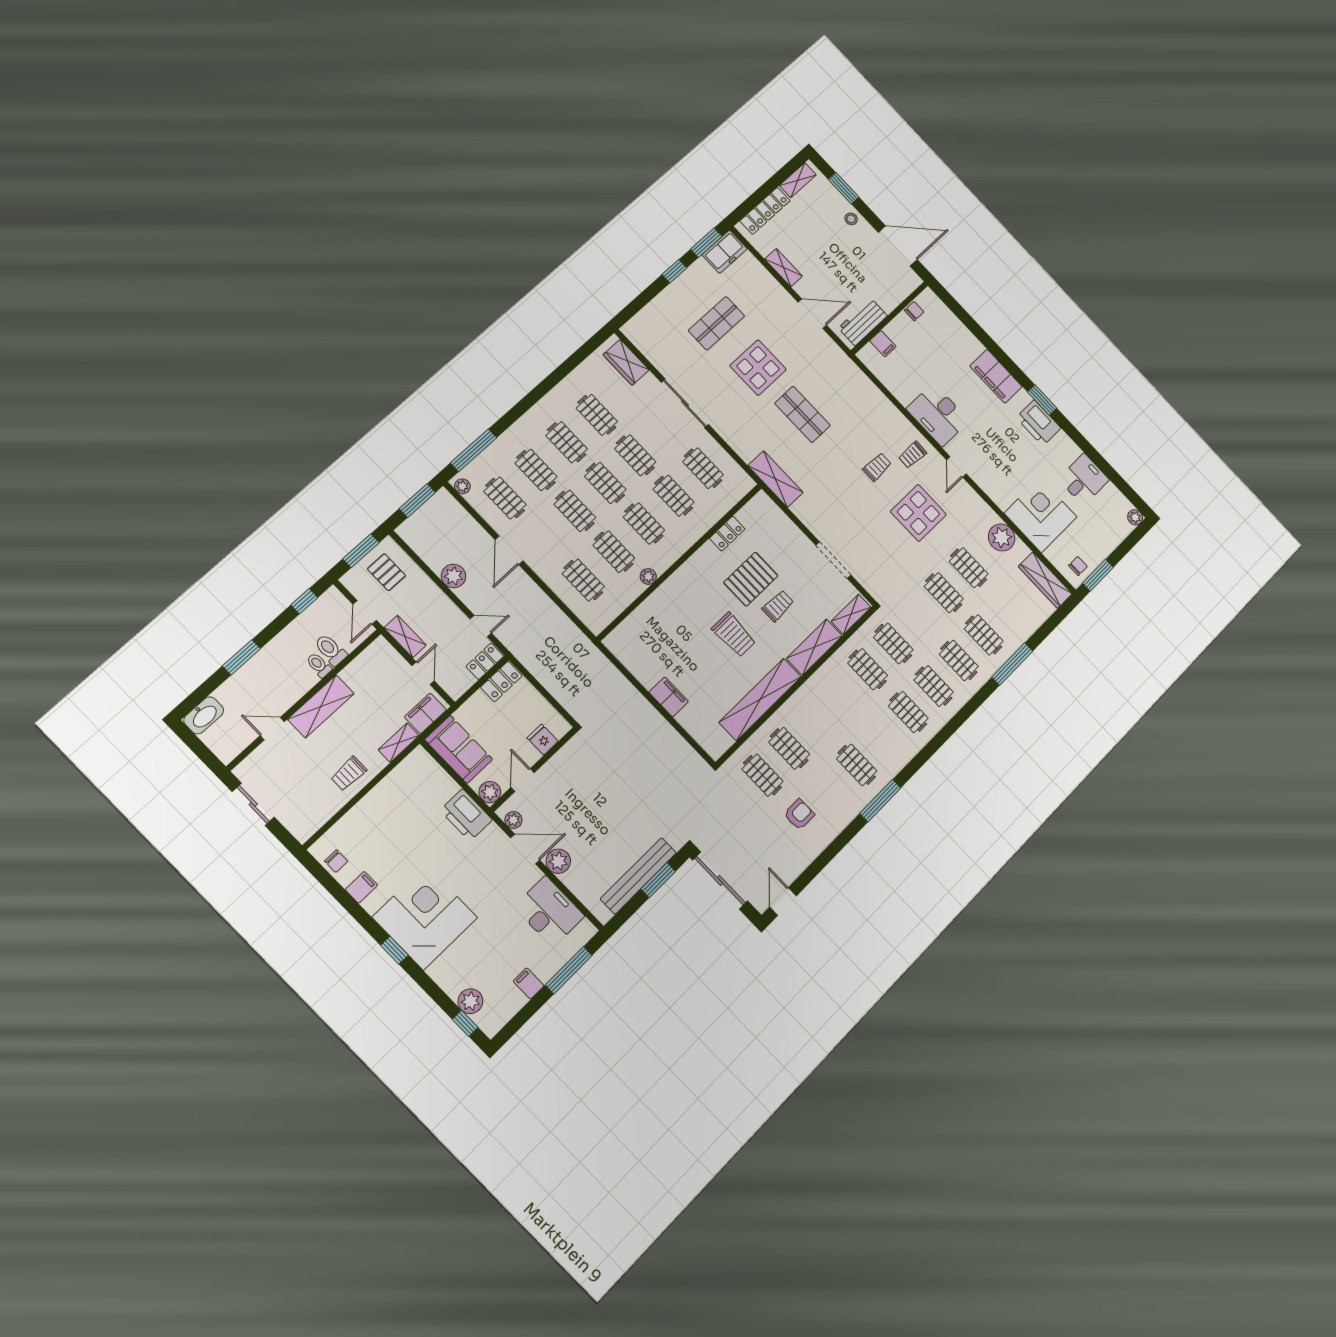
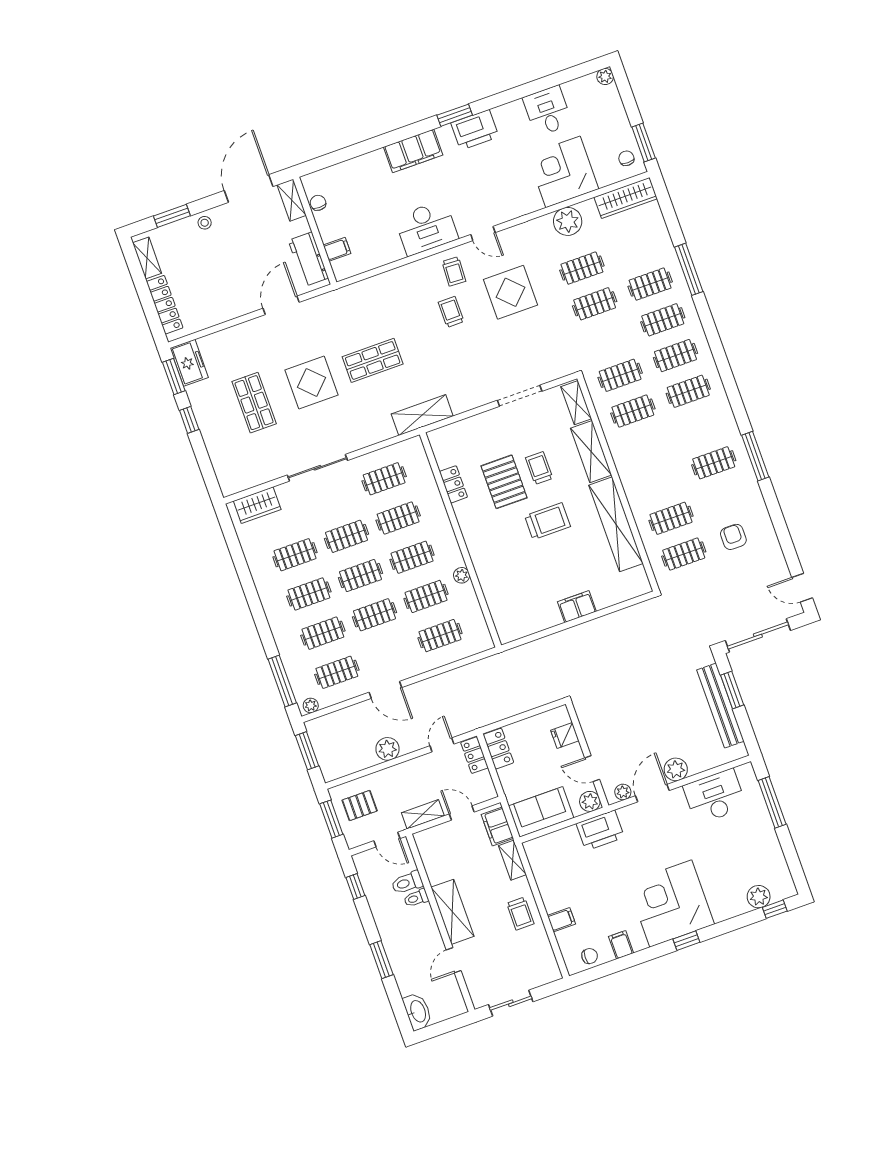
shelving: (784, 268) -> (292, 200), moved, turned 90
filing cabinet: (529, 983) -> (561, 920), moved, turned 180

